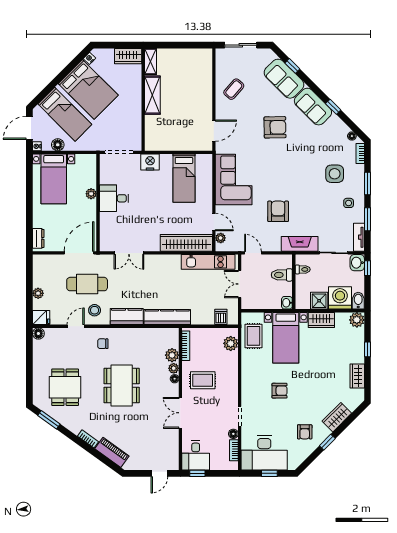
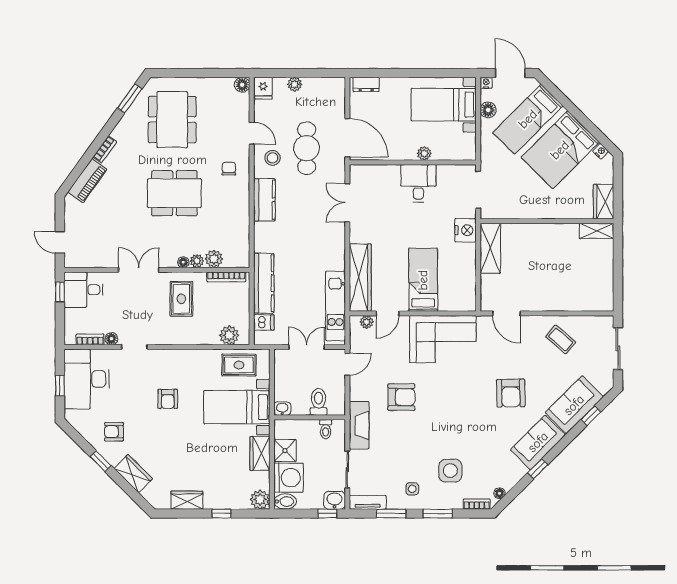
shelving: (152, 95) -> (490, 248), moved, turned 90
bed: (184, 178) -> (423, 280), moved, turned 90
kitchen counter: (167, 317) -> (264, 283), moved
dining table: (65, 387) -> (172, 120), width x1.38

